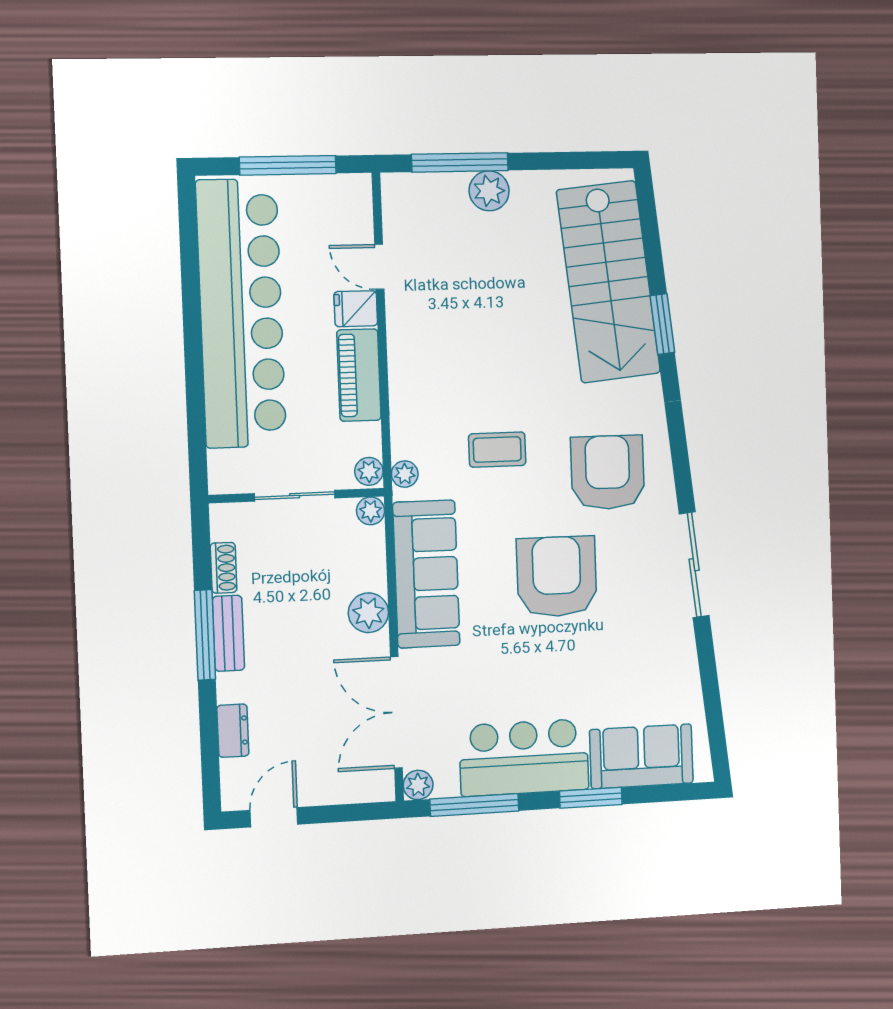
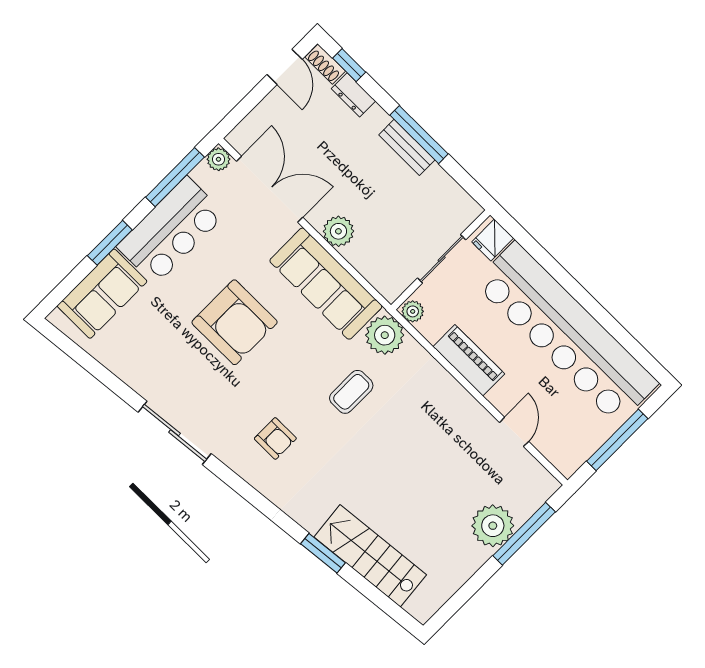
plant: (489, 191) -> (493, 526), width x1.36, depth x1.36
door: (379, 267) -> (514, 432), hinge flipped
stairs: (608, 282) -> (370, 556), width x0.73, depth x0.66
fridge: (356, 309) -> (493, 240), moved, turned 180
armchair: (608, 472) -> (275, 438), width x0.53, depth x0.53
plant: (405, 474) -> (385, 335), width x1.87, depth x1.87
plant: (371, 511) -> (391, 290), removed
shoe rack: (224, 568) -> (325, 64), moved
armchair: (557, 577) -> (235, 322), moved
window: (210, 763) -> (349, 65), added

